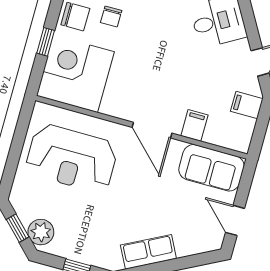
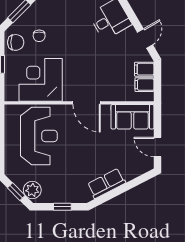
corner desk: (75, 74) -> (41, 80), moved
filing cabinet: (194, 125) -> (144, 85), moved, turned -90
reception desk: (72, 158) -> (39, 136), turned -90

